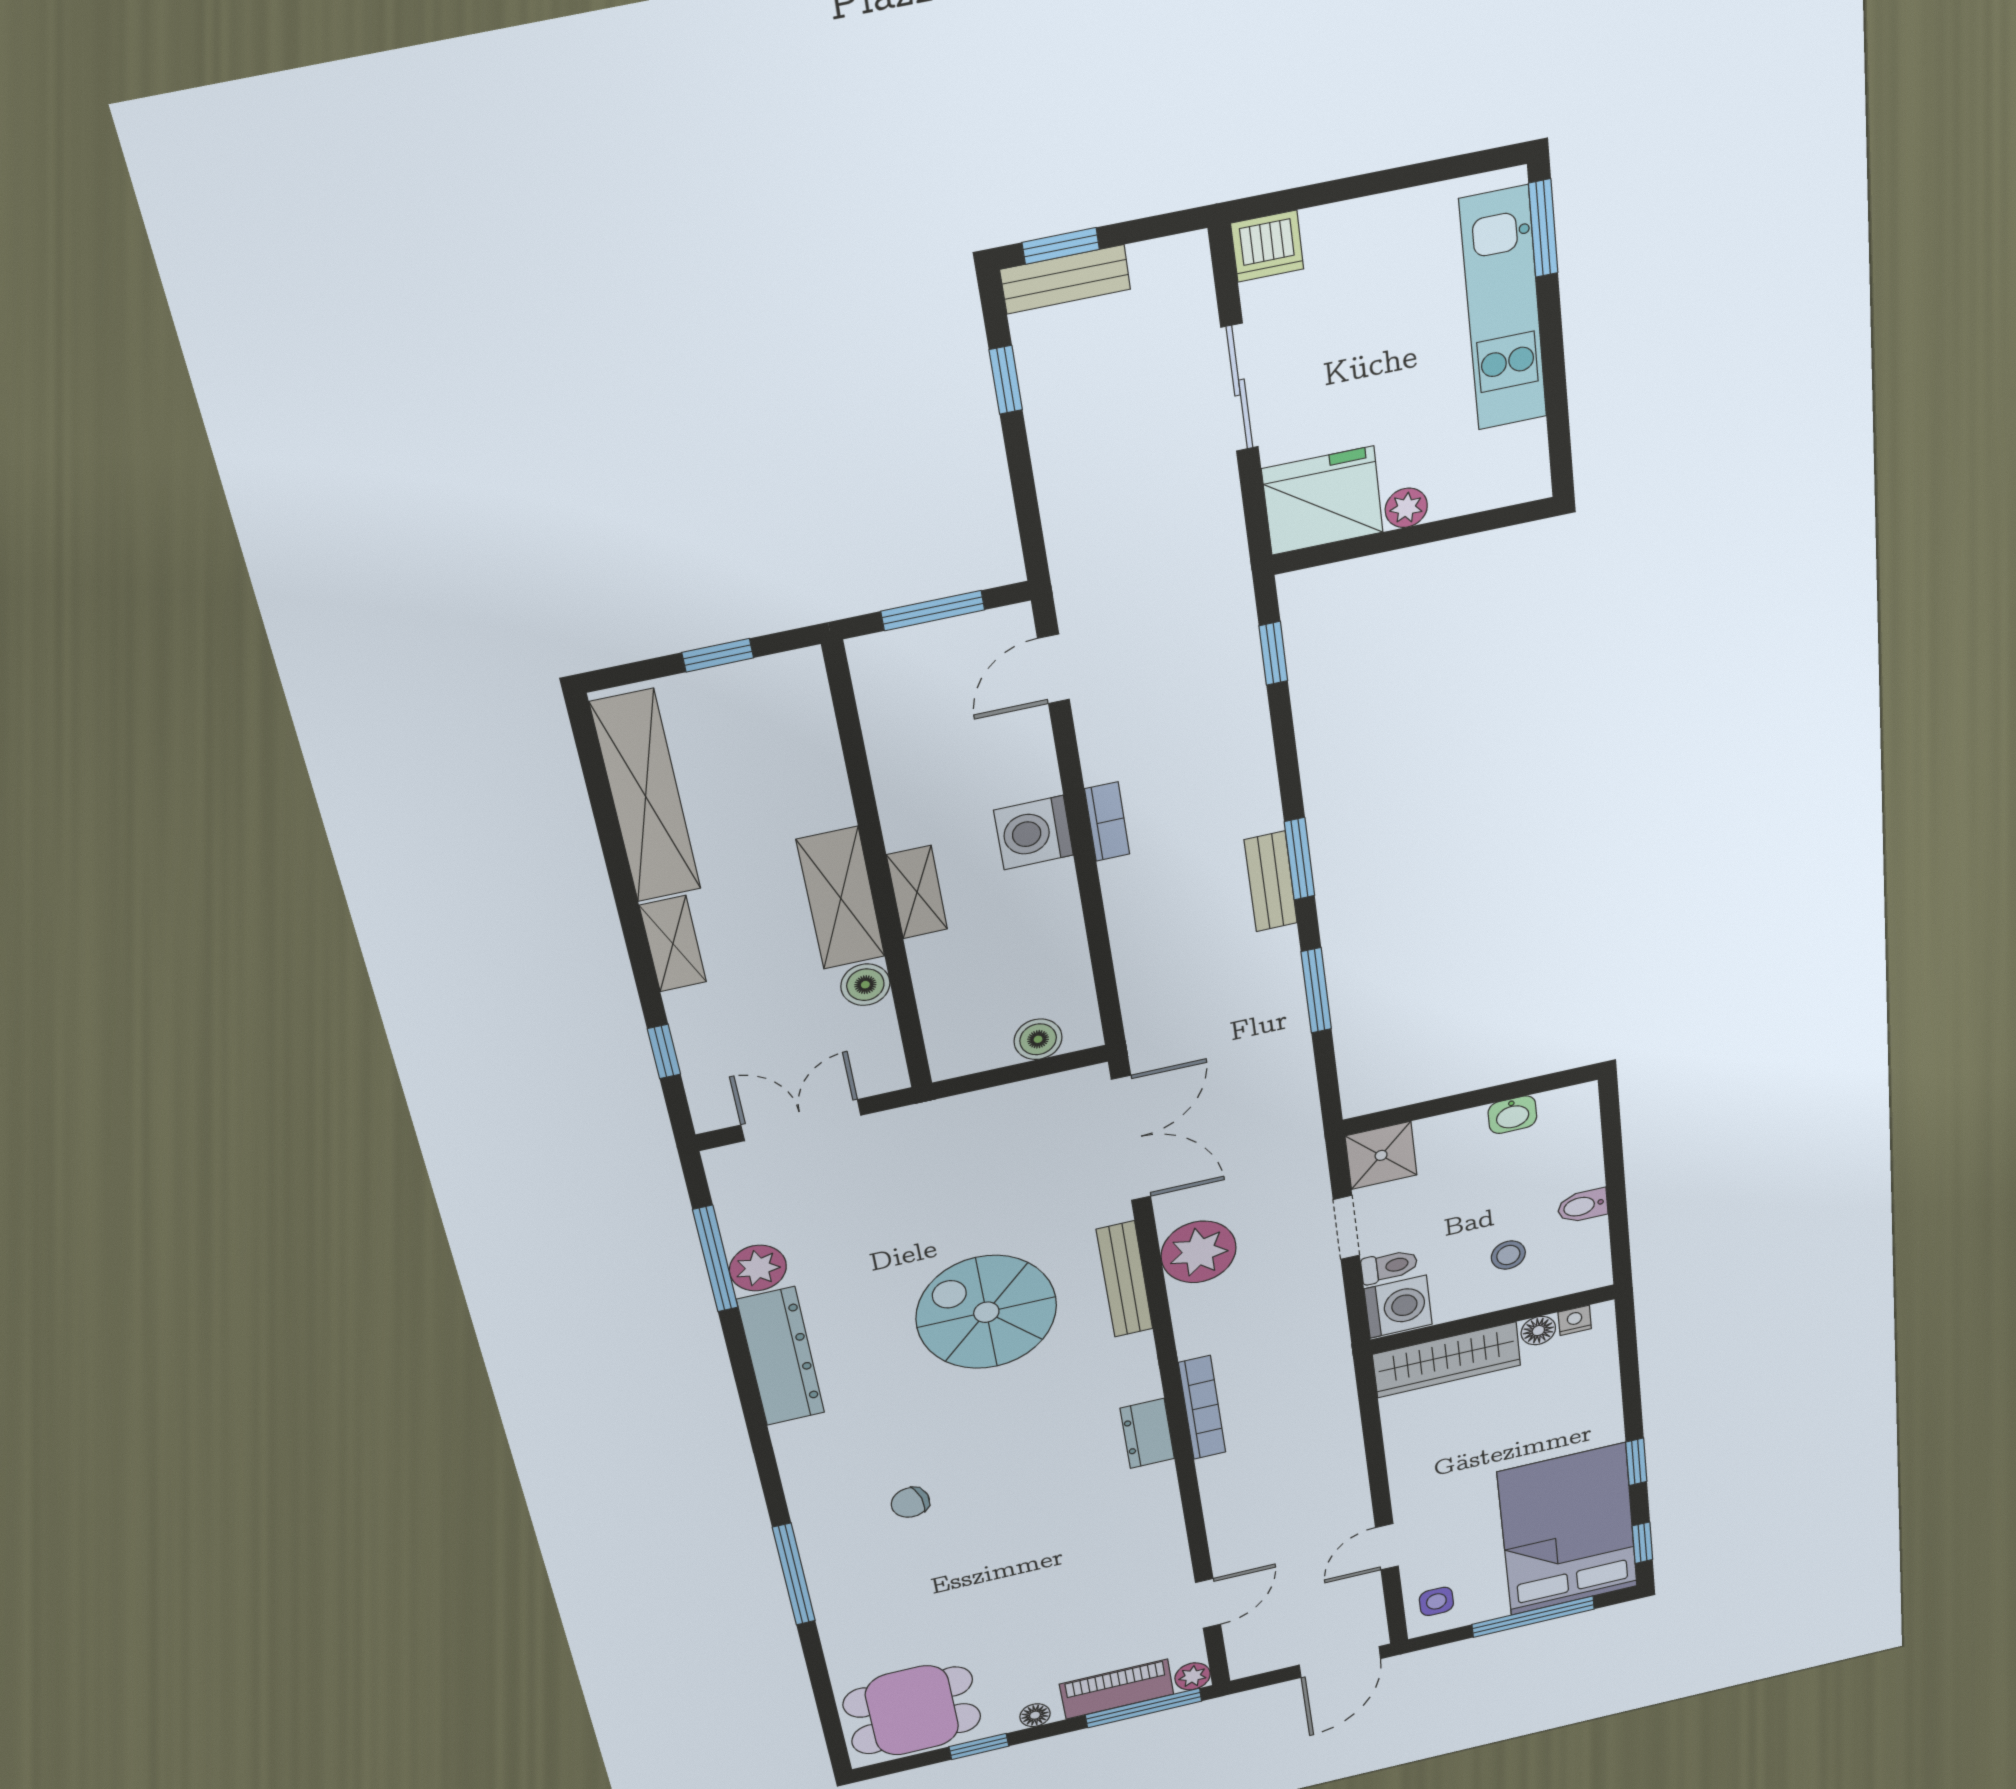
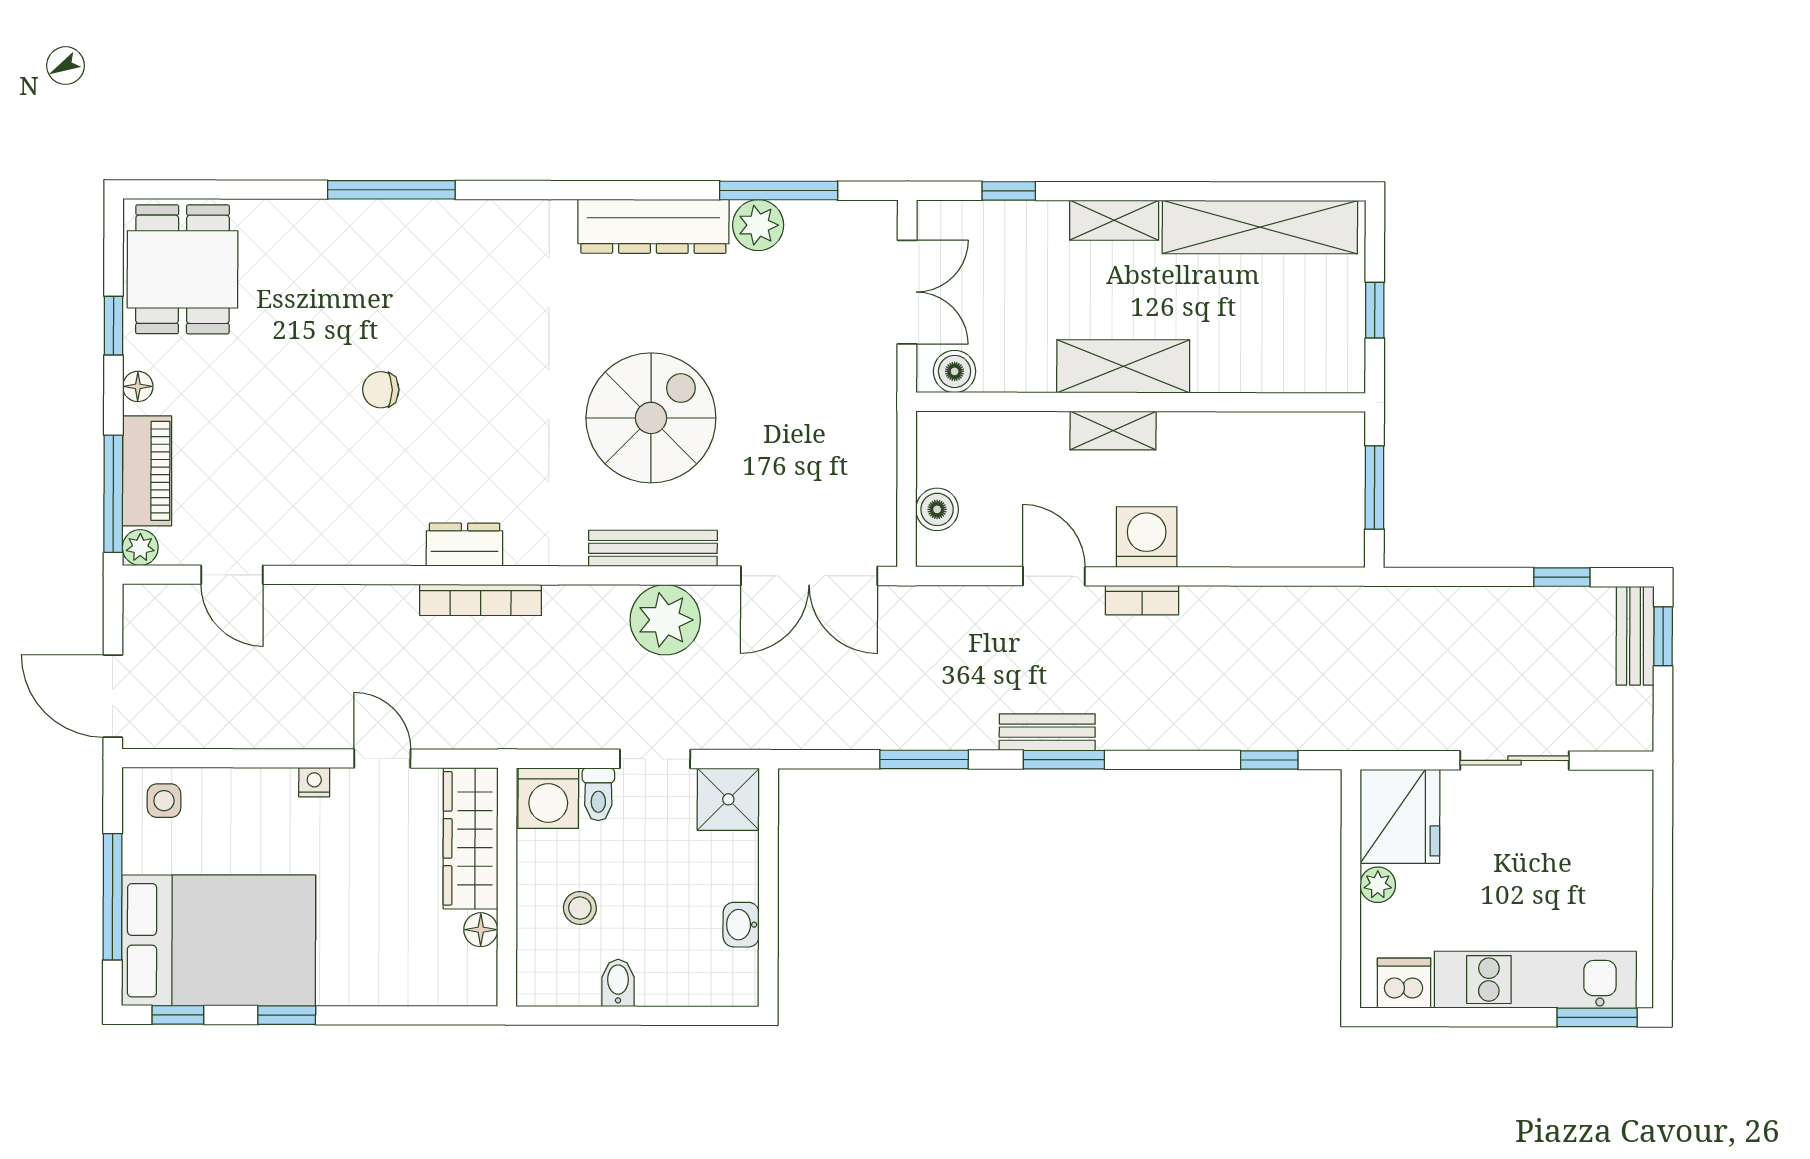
dishwasher: (1267, 246) -> (1404, 983), moved, turned 90
door: (1054, 669) -> (1054, 576), moved
boiler: (865, 985) -> (955, 371), moved
nightstand: (1575, 1320) -> (314, 782), moved, turned -90
chair: (910, 1502) -> (381, 390), moved, turned -77
door: (1387, 1547) -> (382, 758), moved

